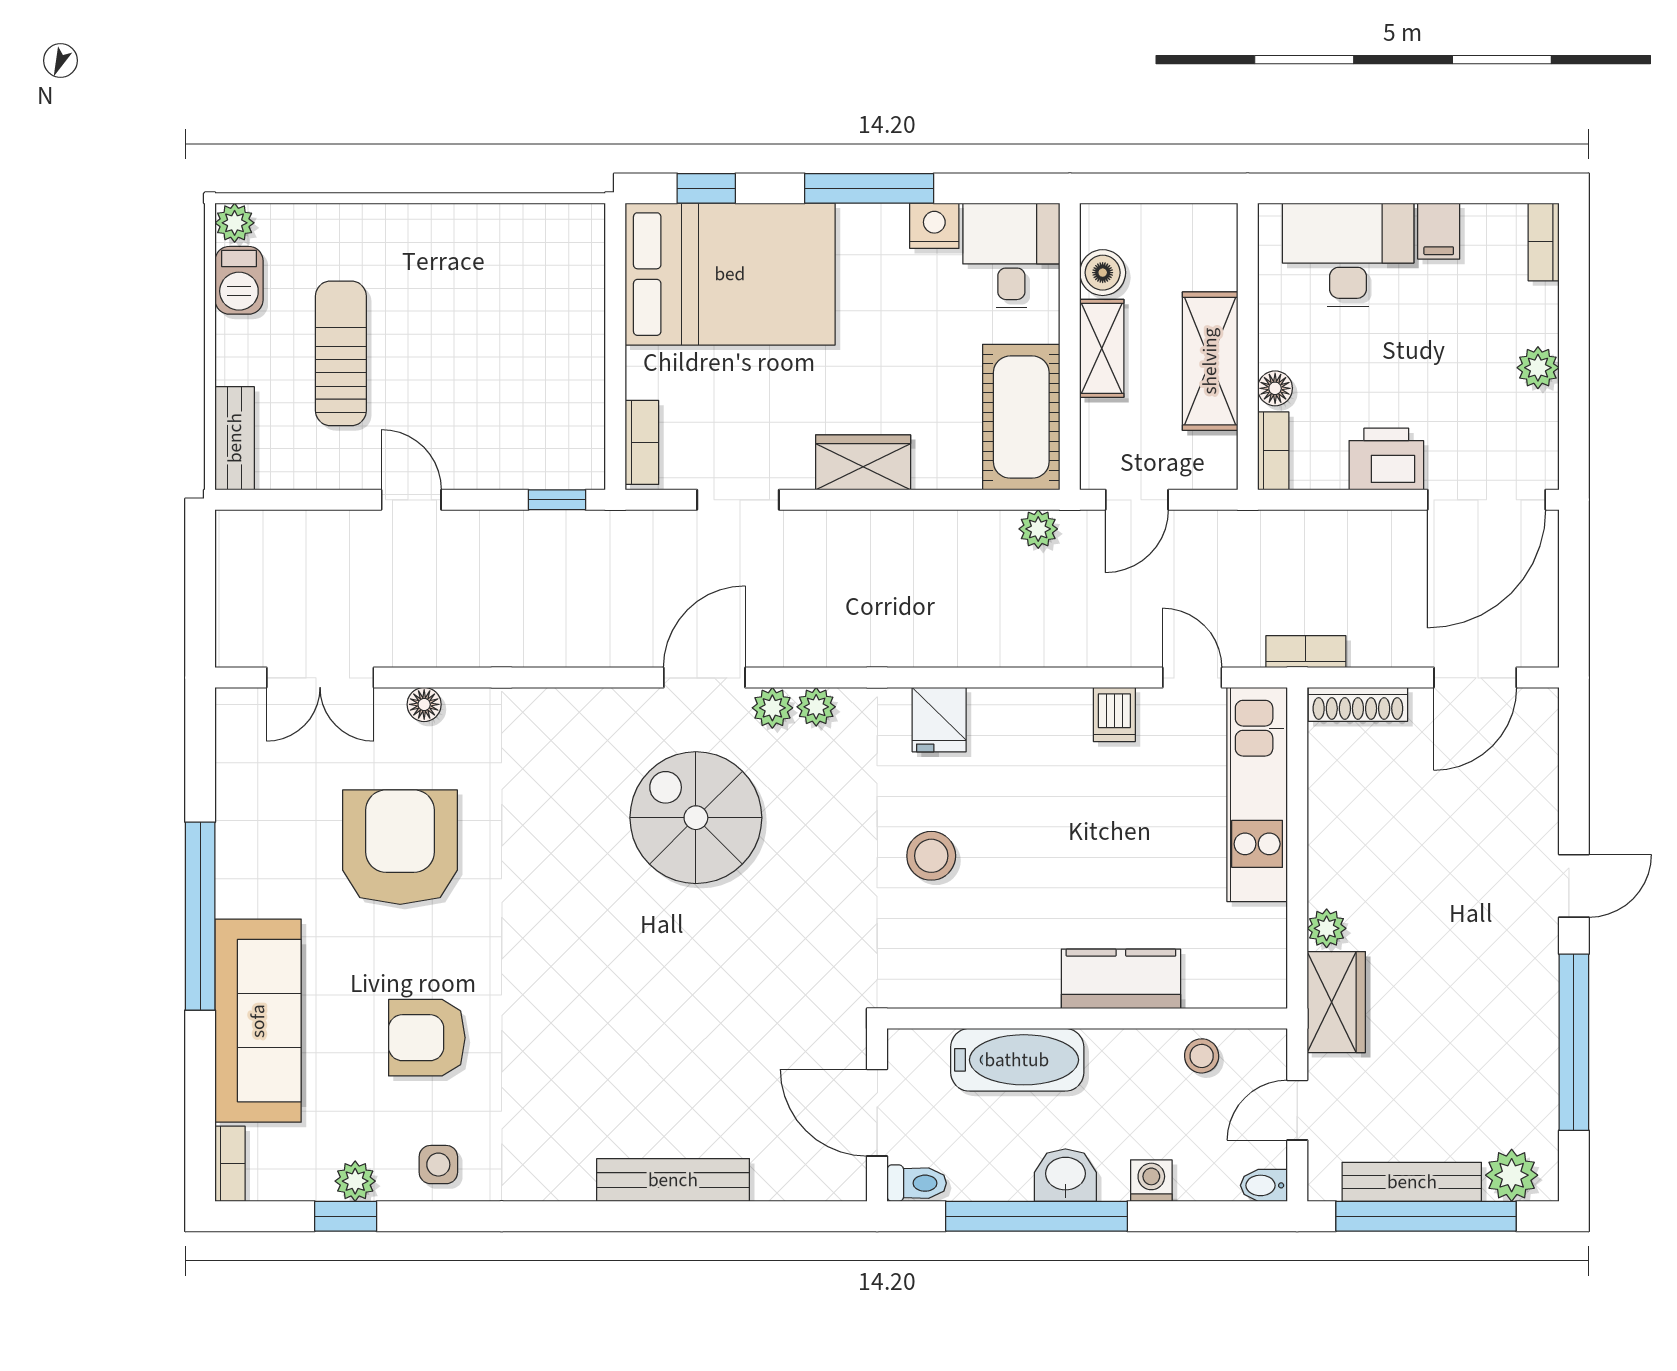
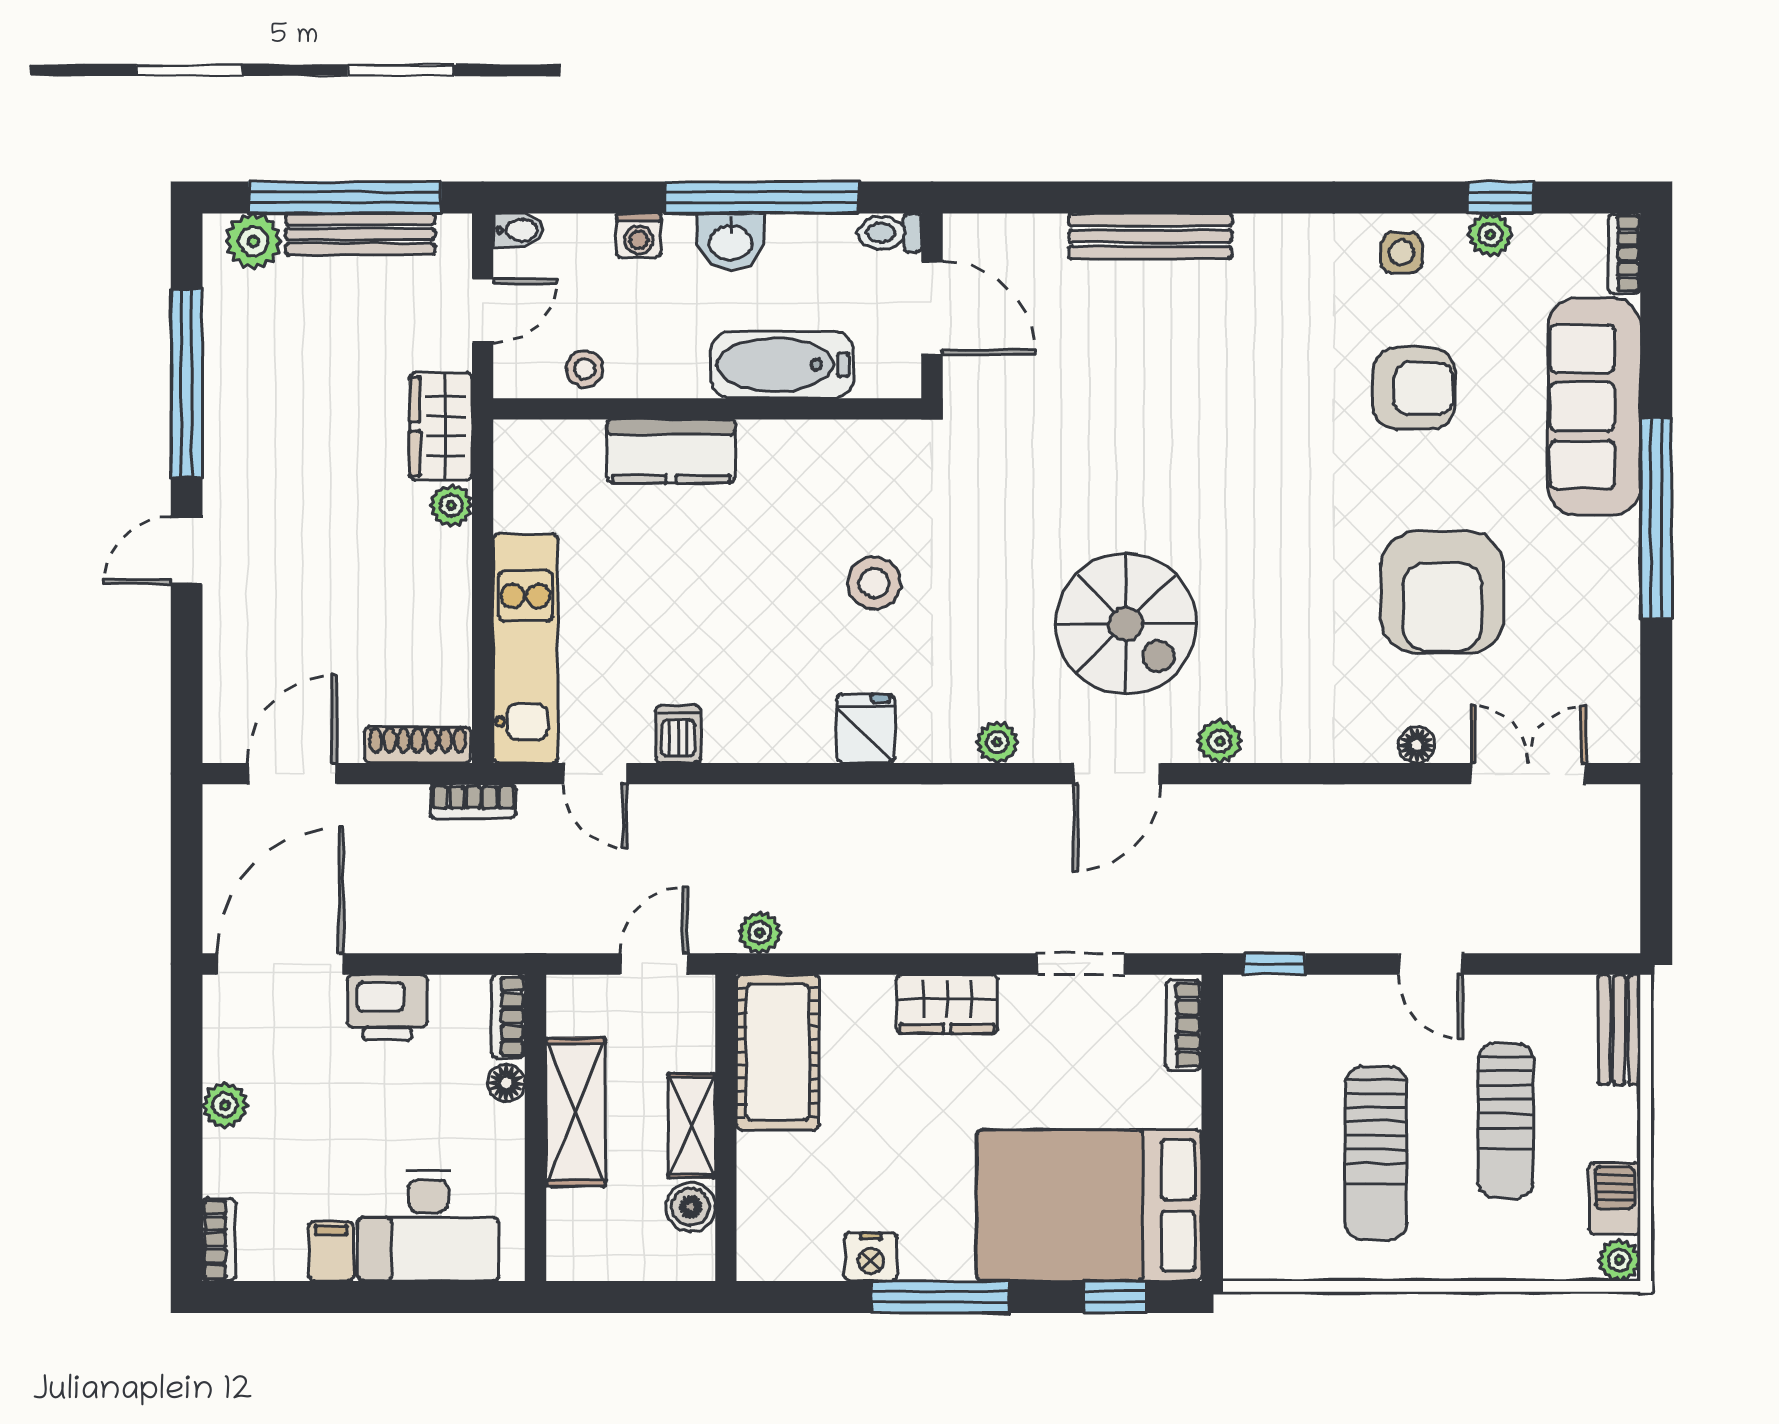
desk: (1011, 256) -> (788, 1225), removed
sun lounger: (462, 323) -> (1376, 1153), added
plant: (772, 708) -> (1220, 741), moved

